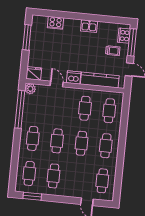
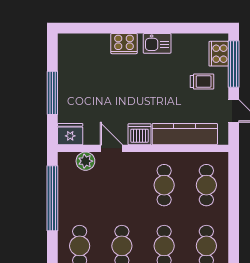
cooker: (55, 23) -> (124, 44), moved
window: (27, 37) -> (52, 93), moved
plant: (30, 89) -> (85, 161), moved

